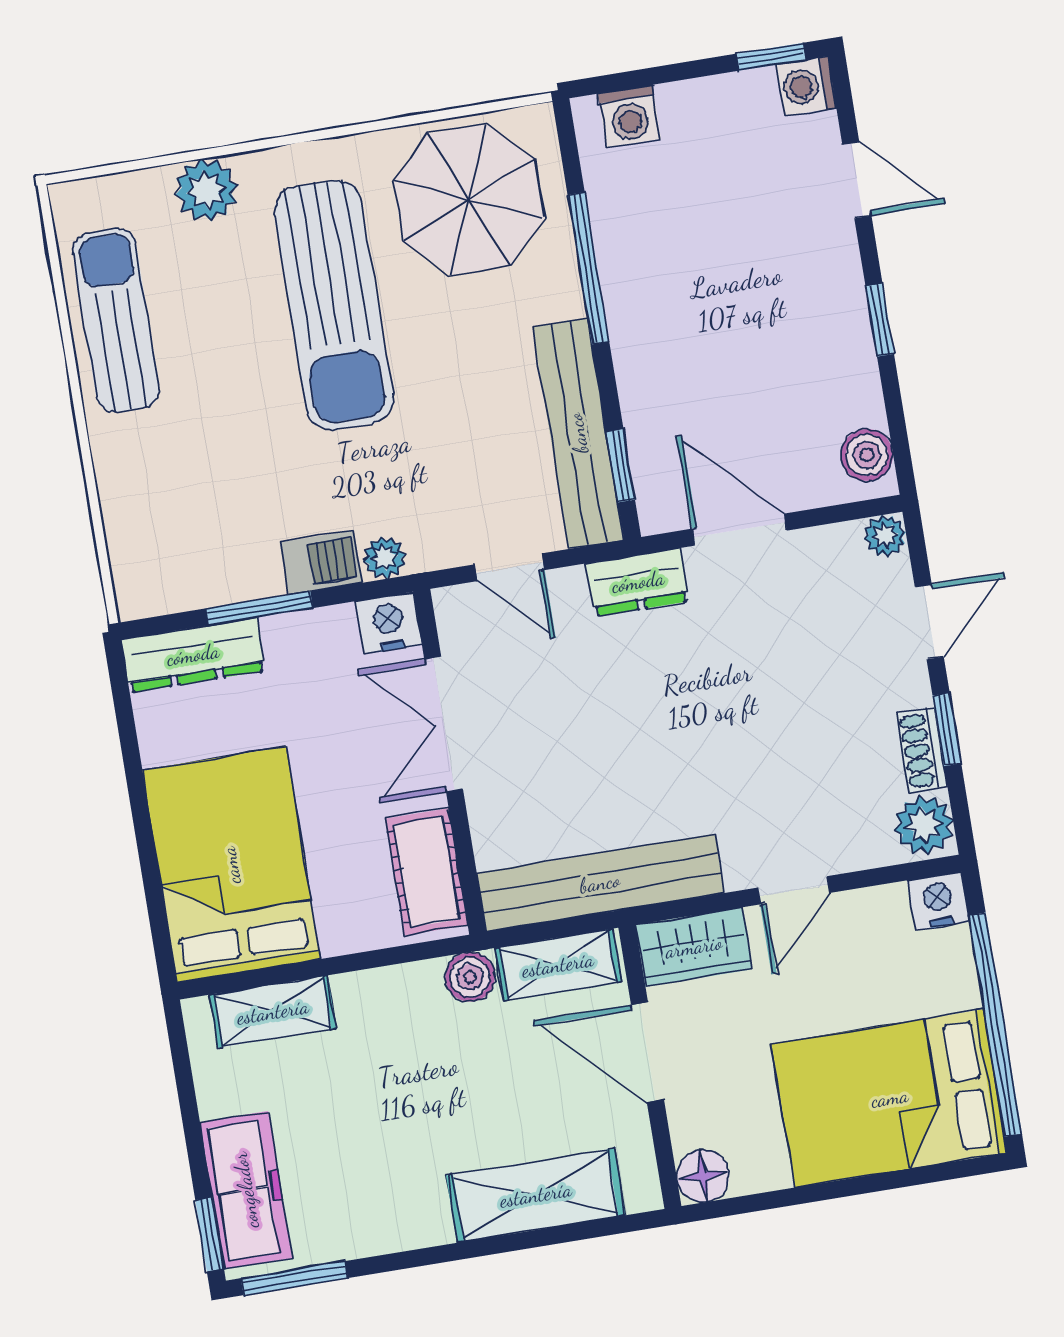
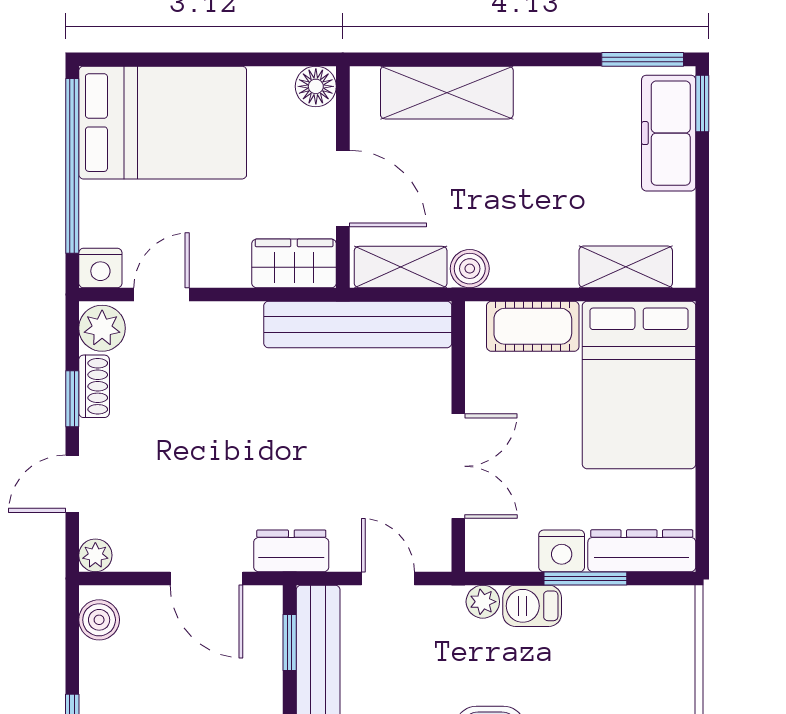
nightstand: (389, 623) -> (562, 551), moved
cot: (426, 872) -> (533, 326), moved, turned 90
door: (794, 890) -> (162, 295), moved

